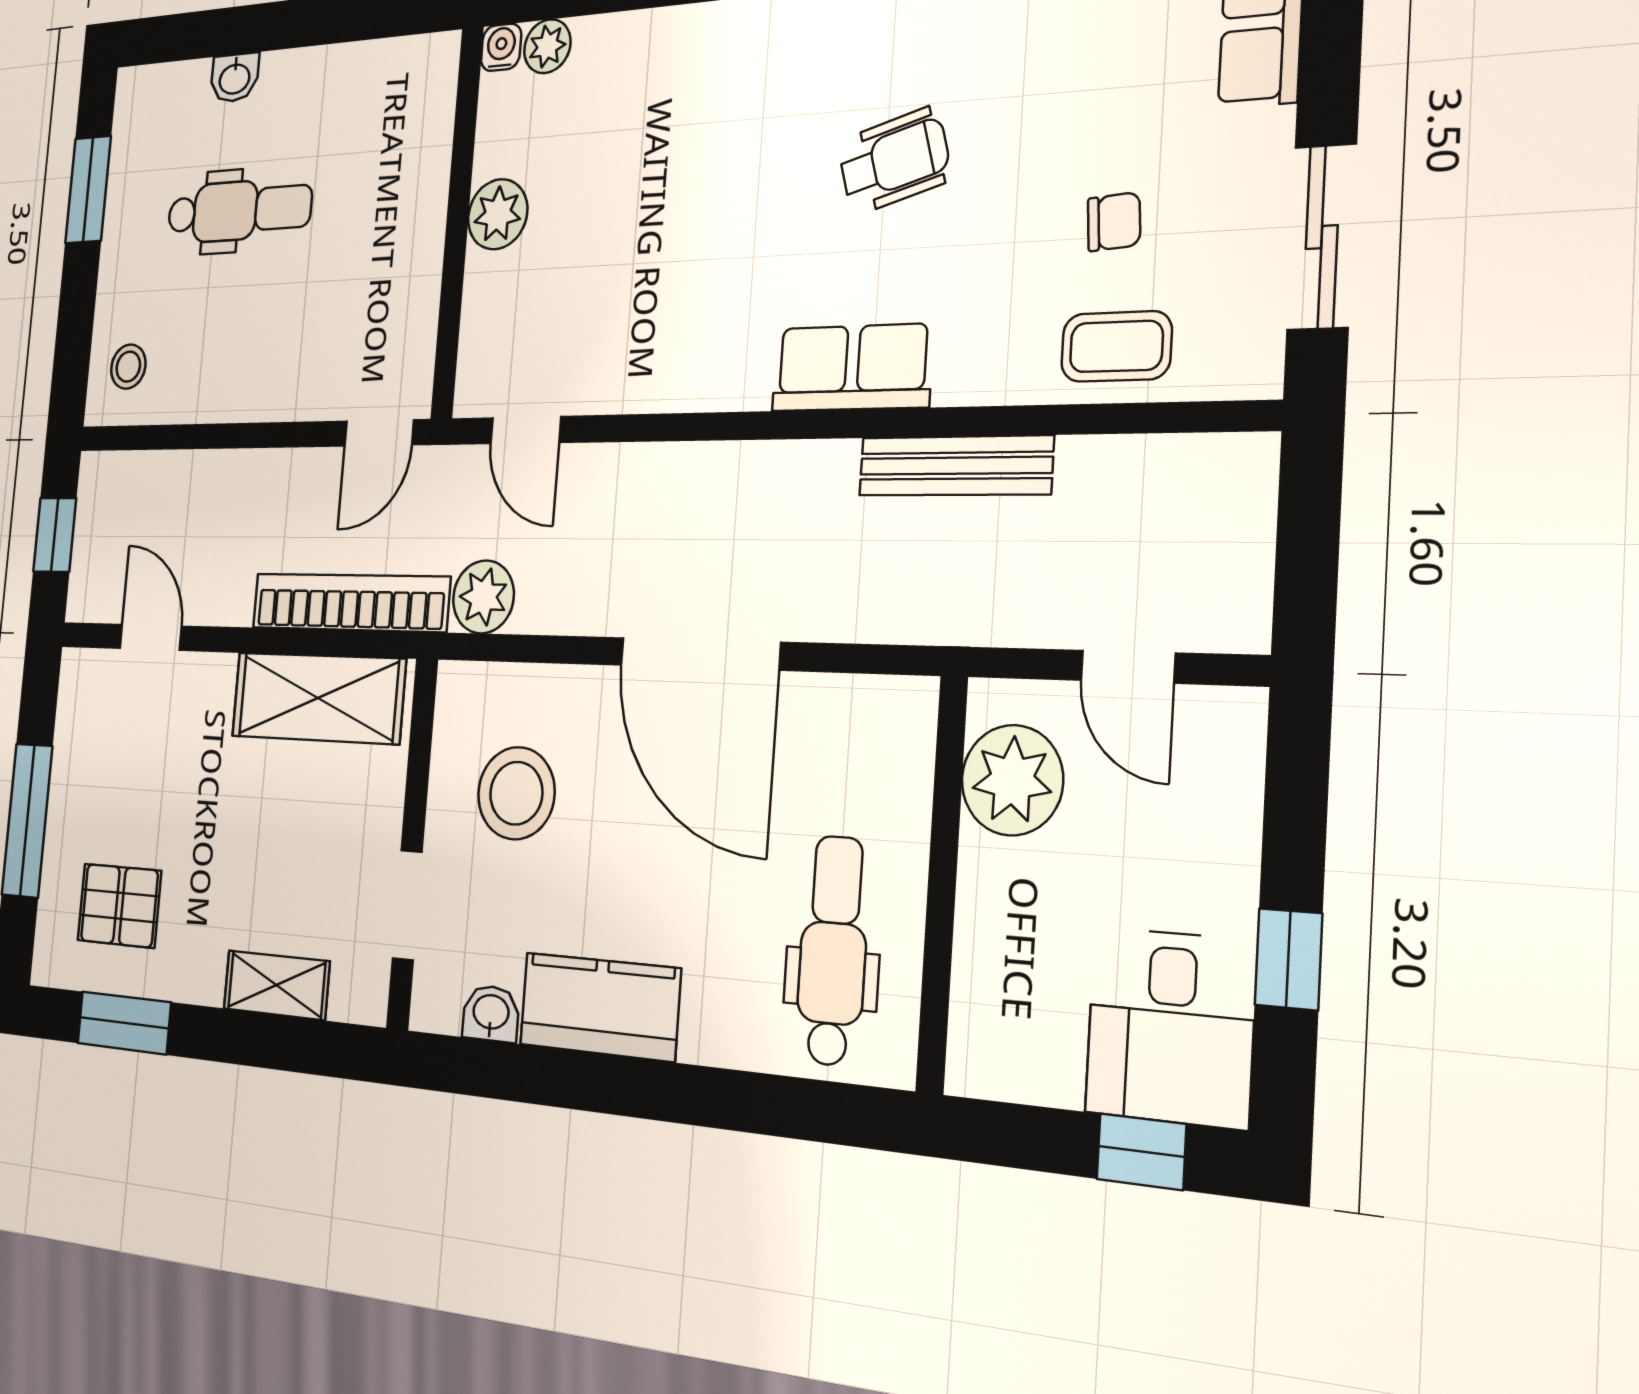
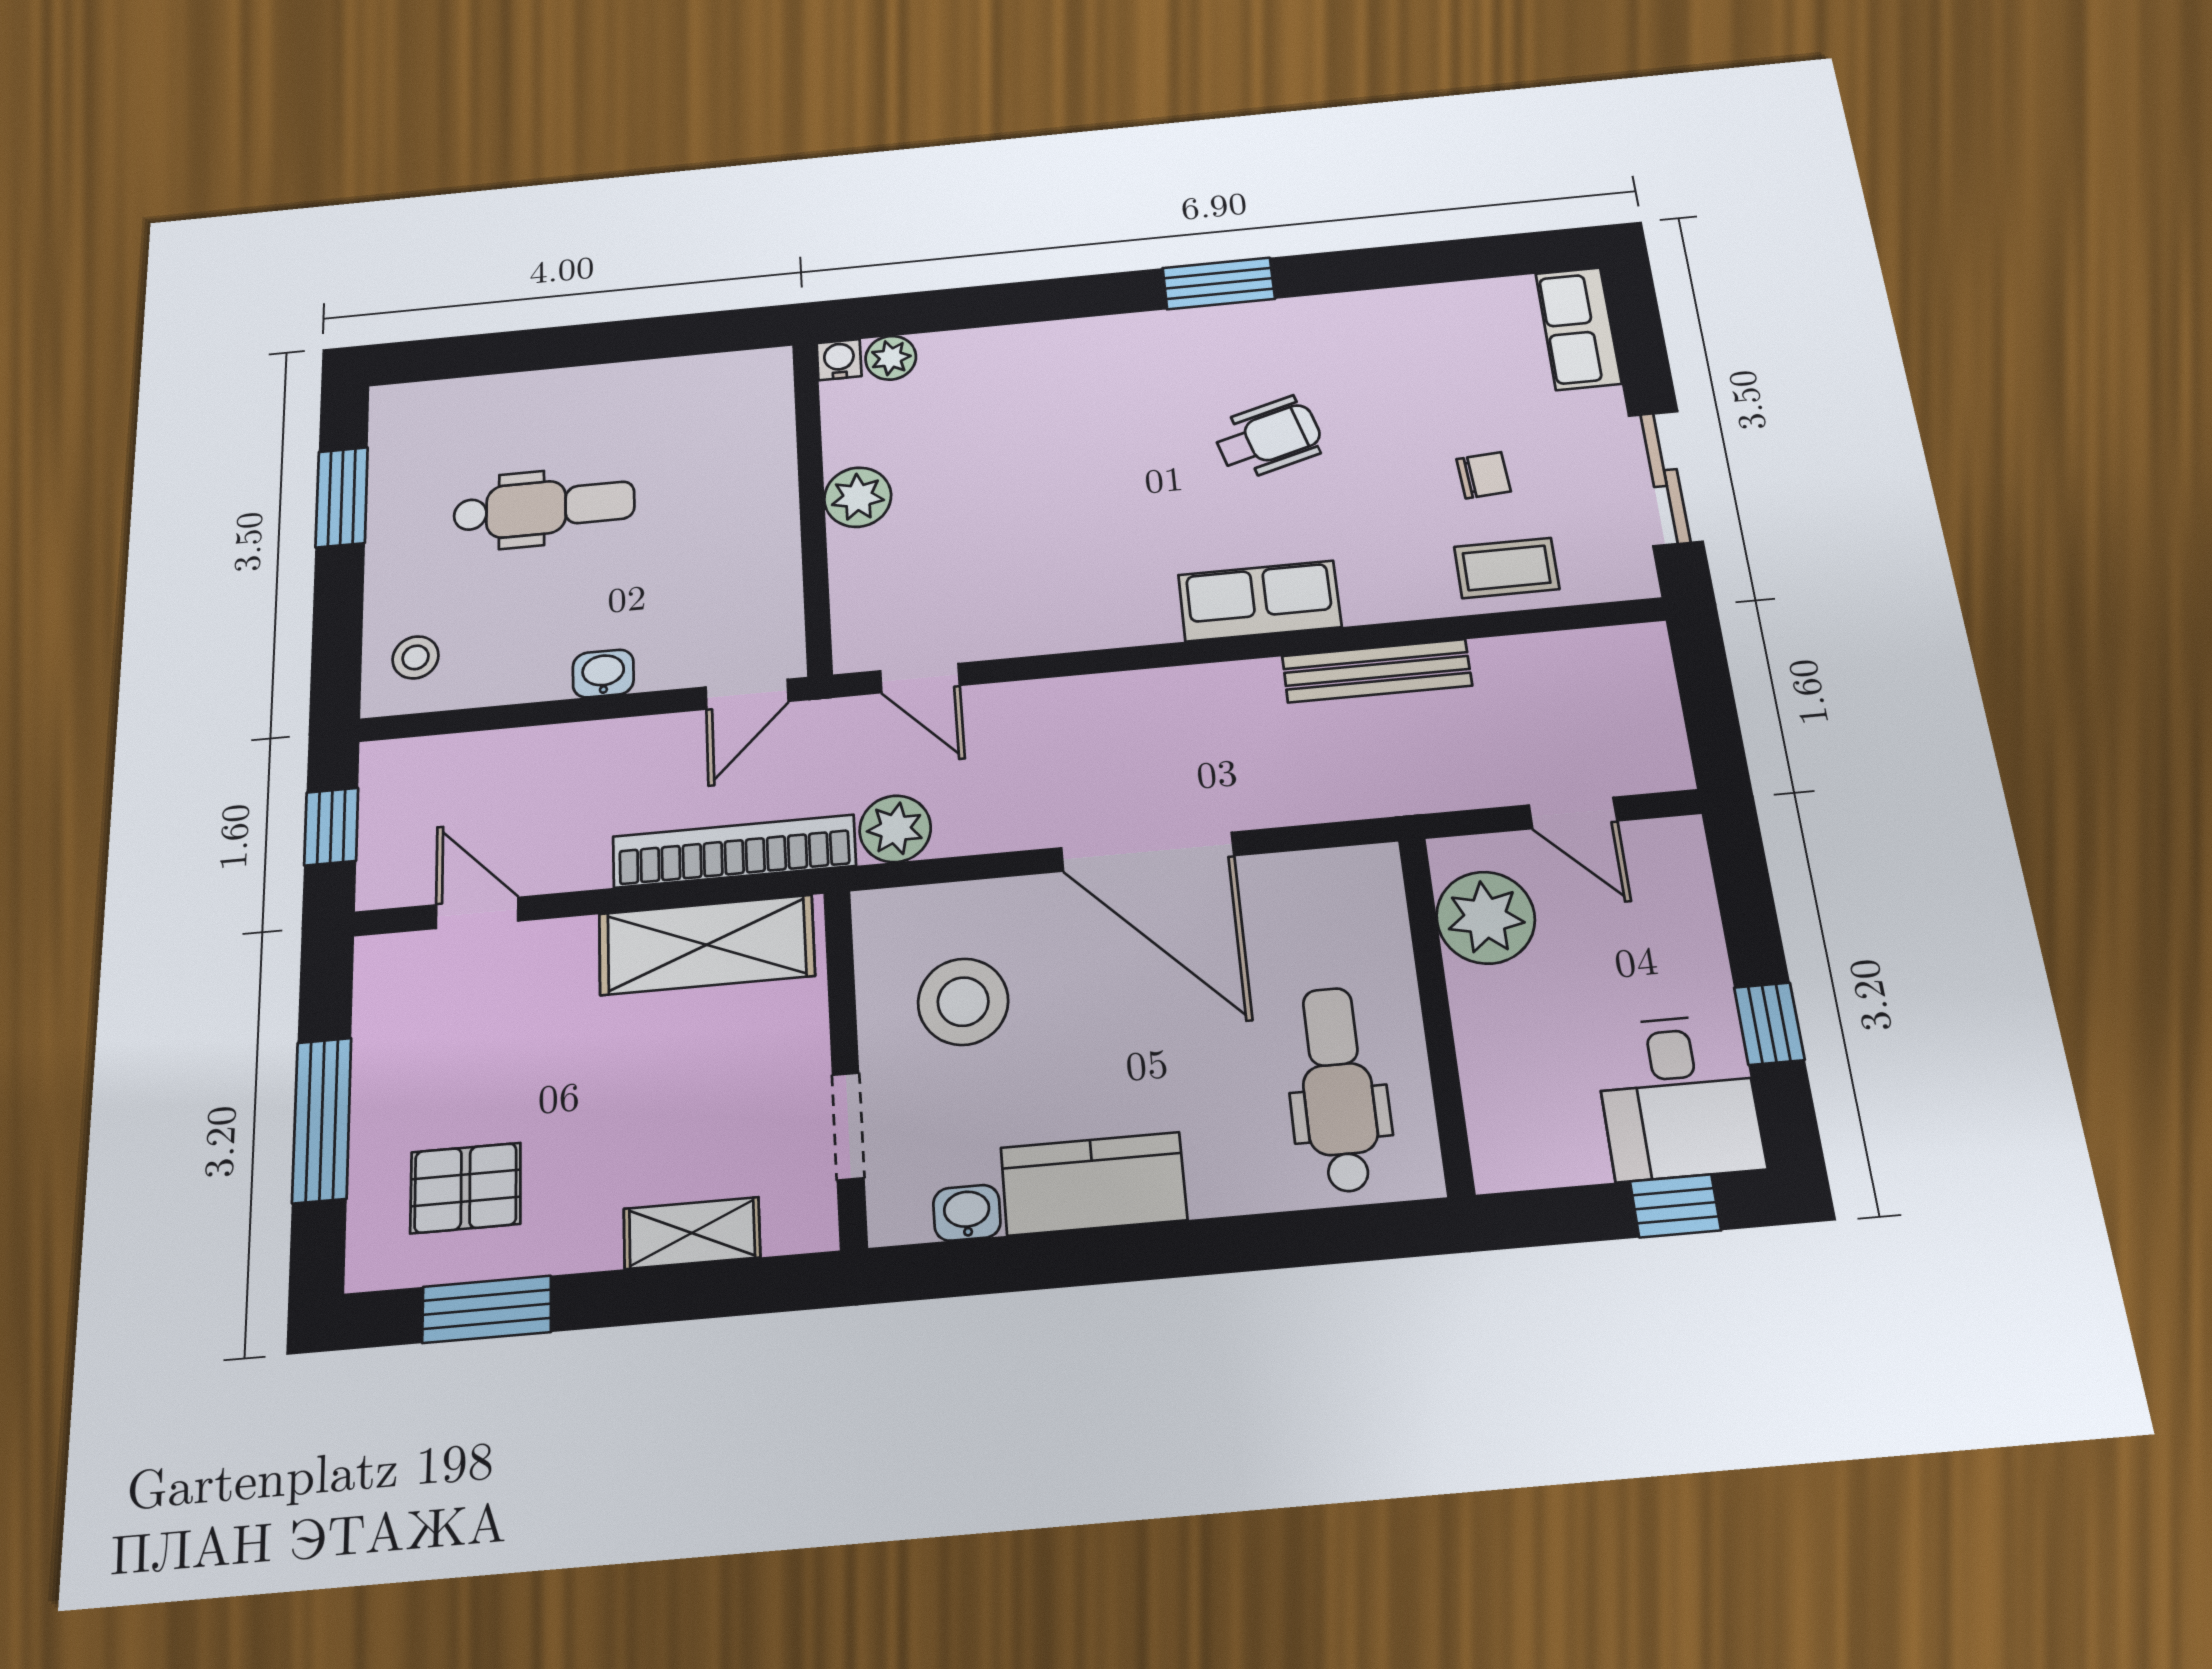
washbasin: (235, 78) -> (603, 673), moved, turned 180

